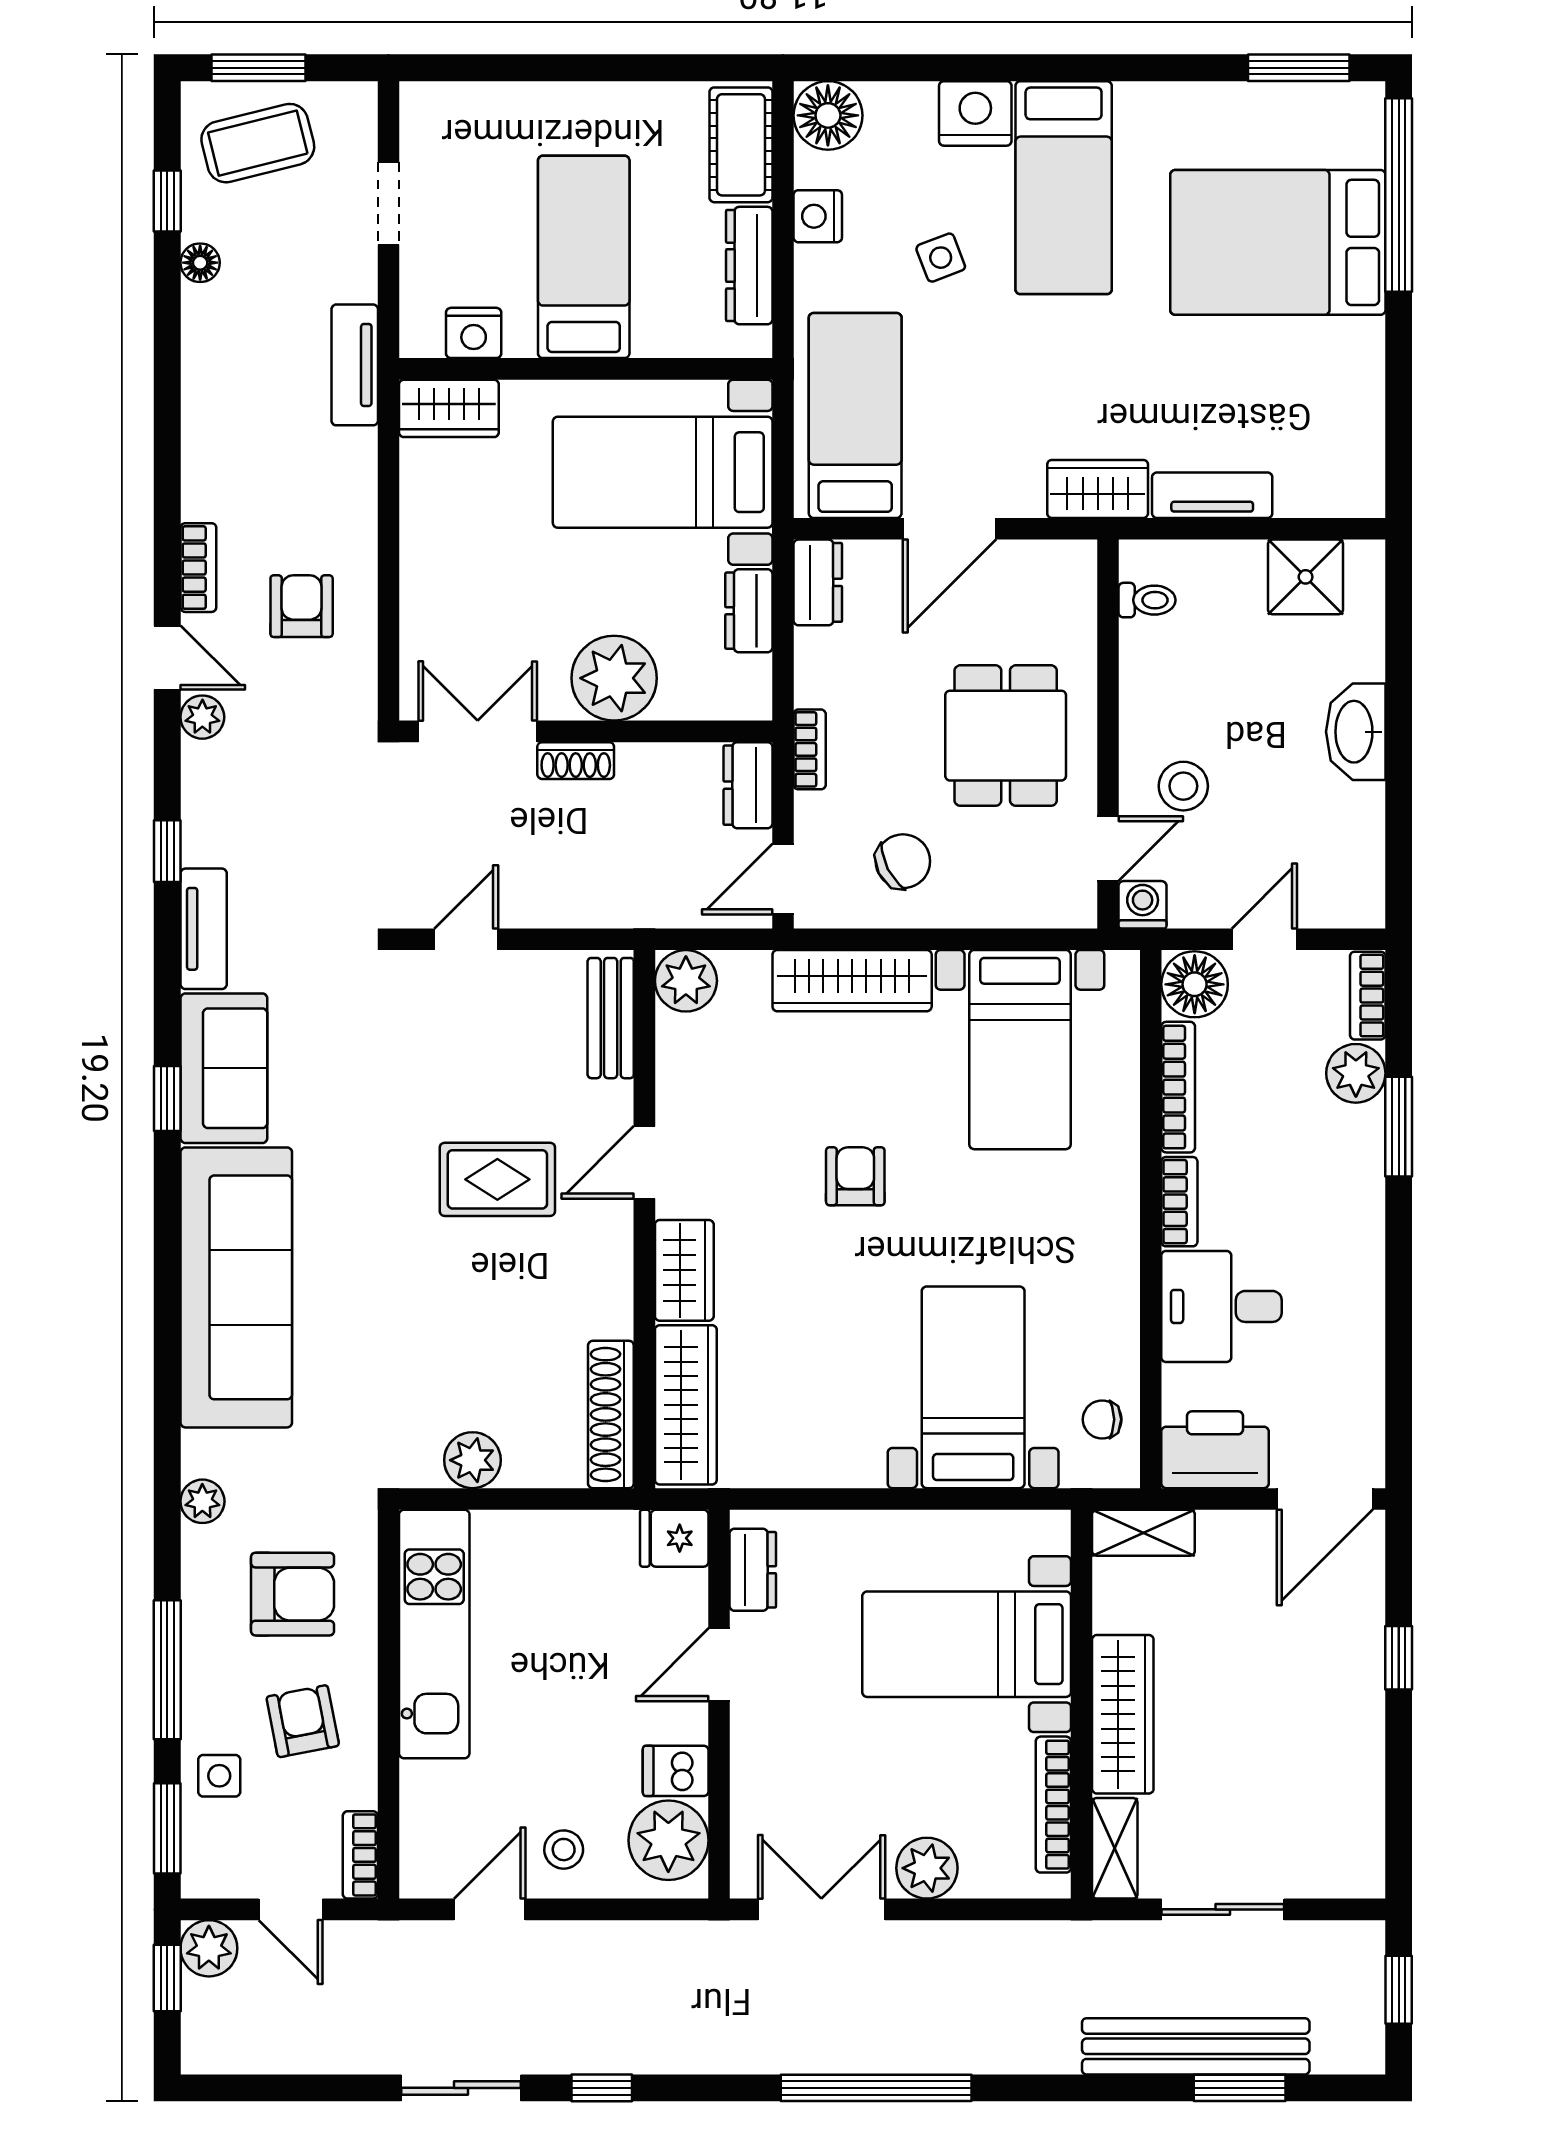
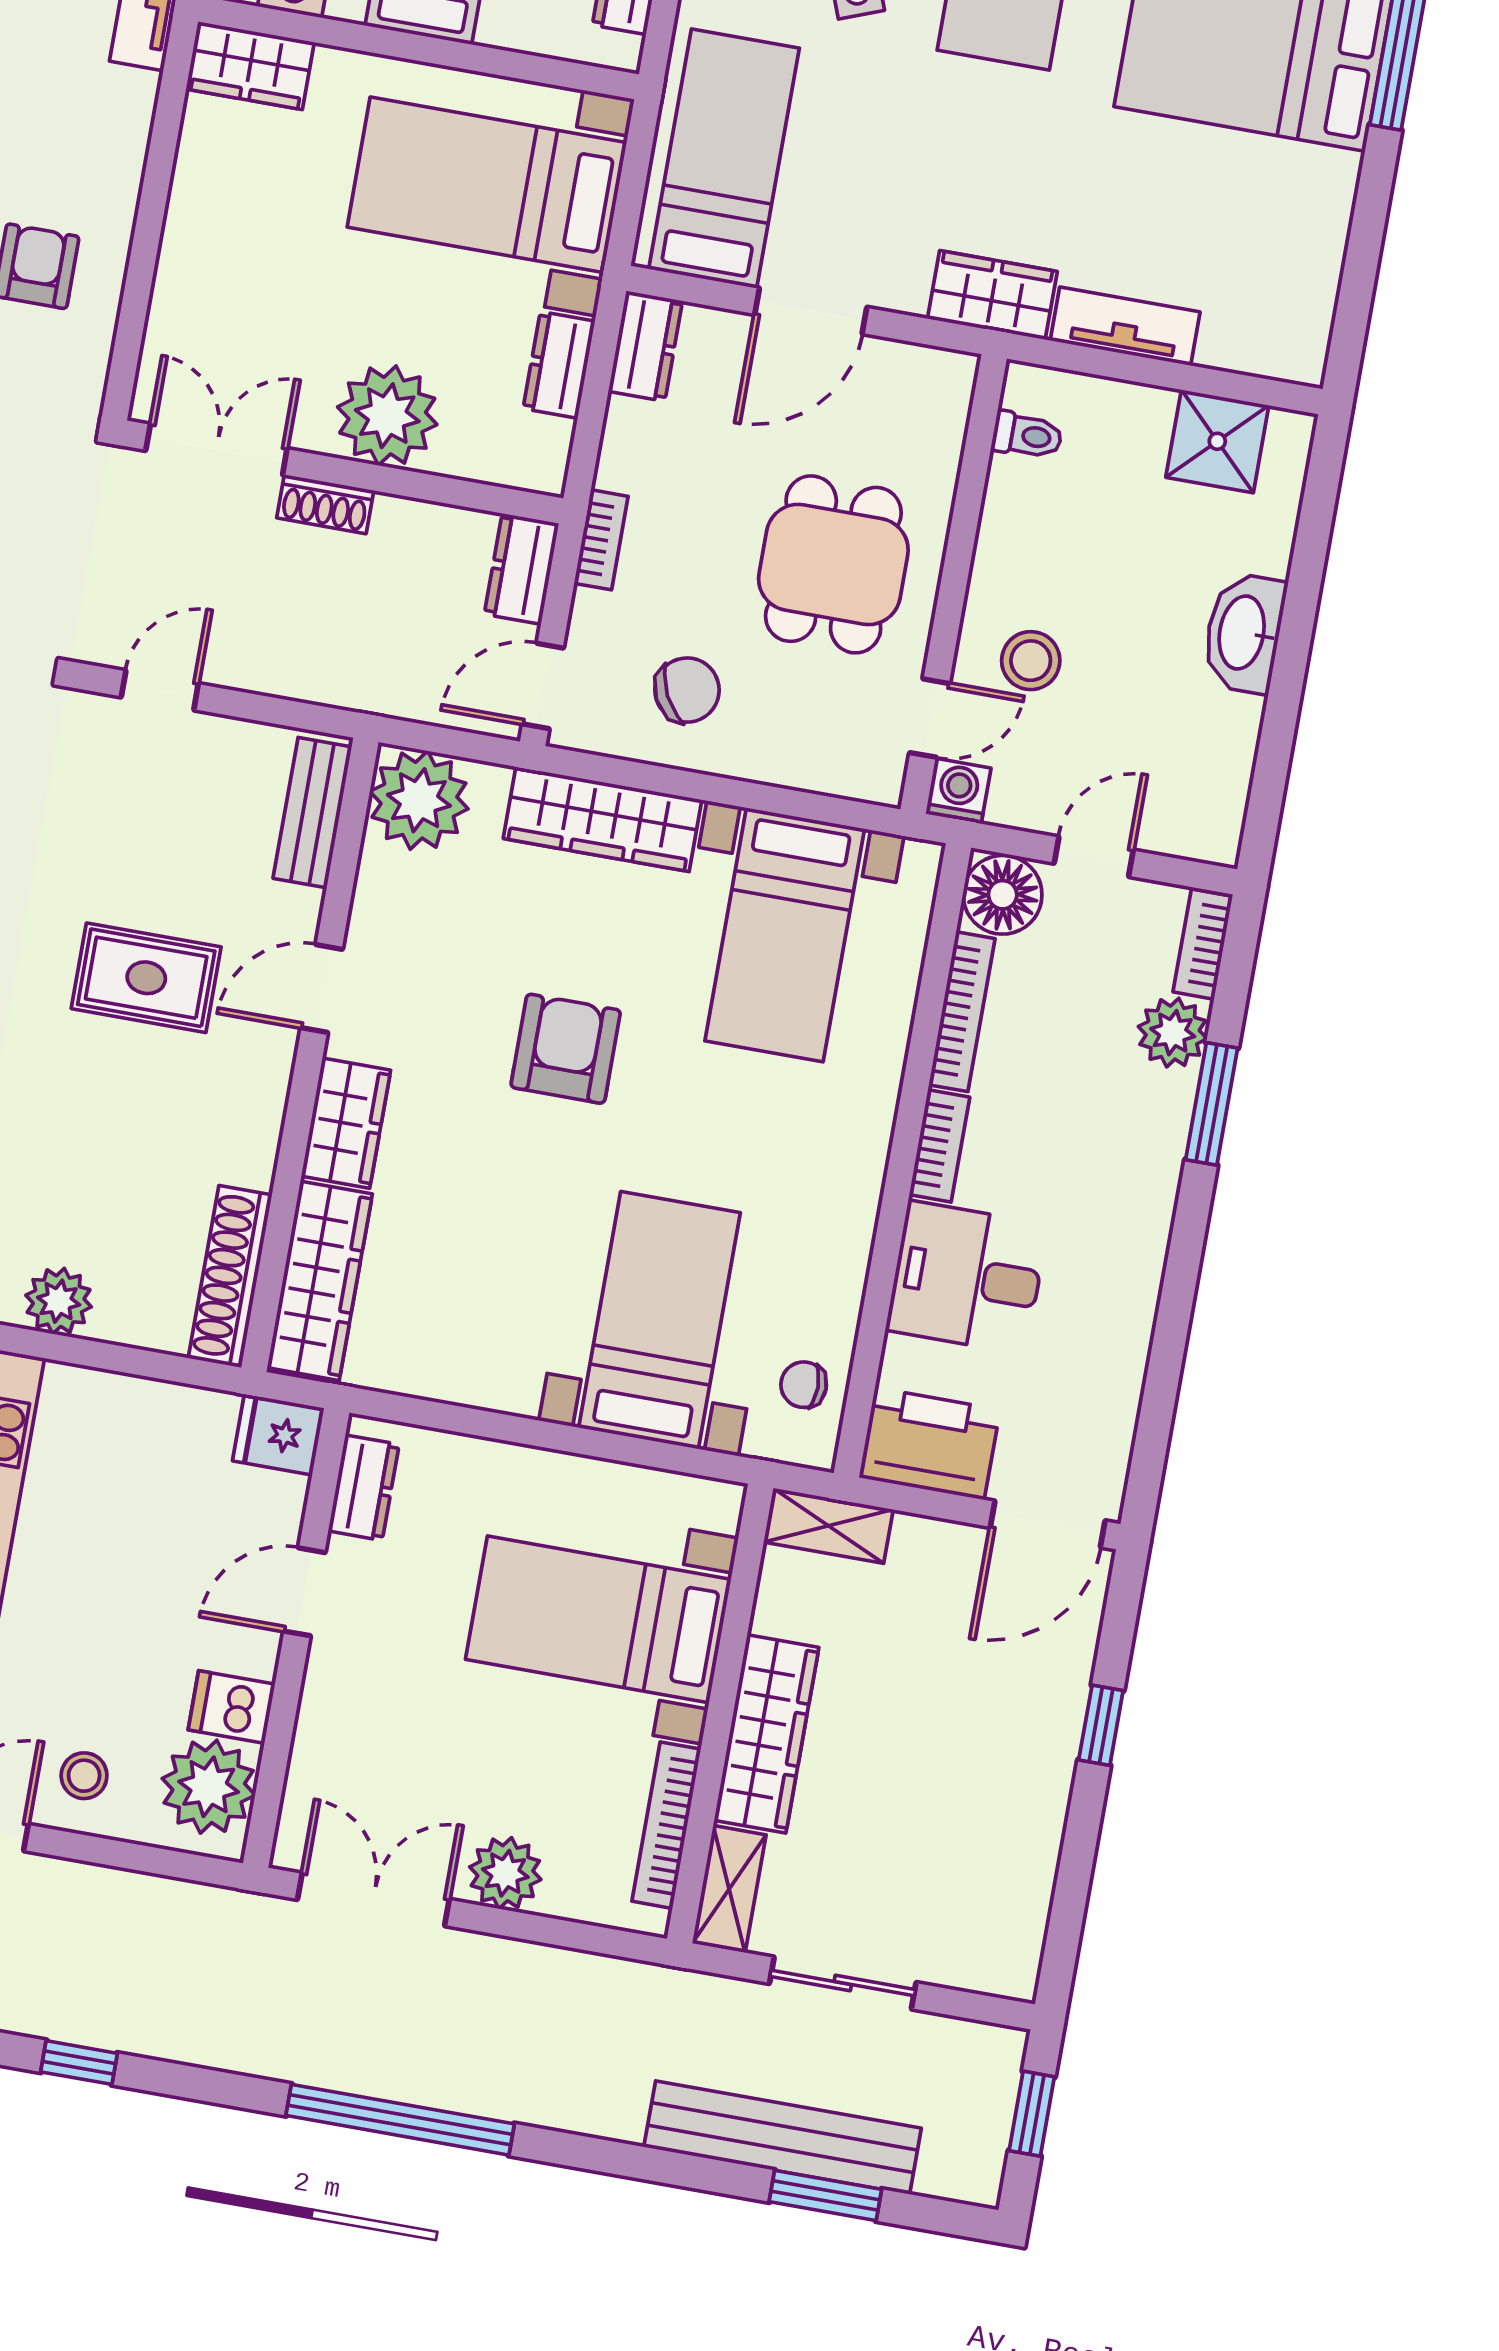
plant: (686, 981) -> (419, 800), width x1.36, depth x1.36
armchair: (855, 1176) -> (566, 1049), width x1.38, depth x1.38

